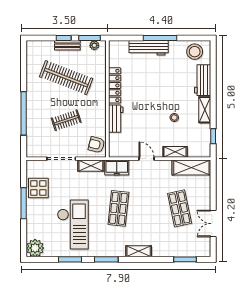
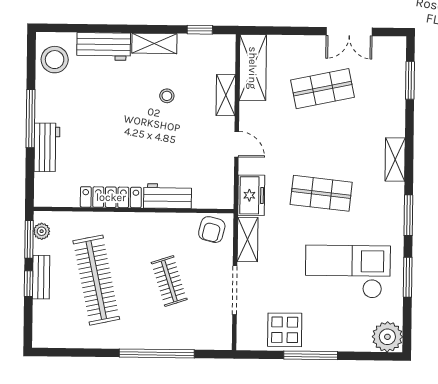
workbench: (149, 48) -> (47, 147), width x0.73
clothes rail: (66, 78) -> (96, 280), turned -33
door: (146, 159) -> (237, 144), swing flipped

